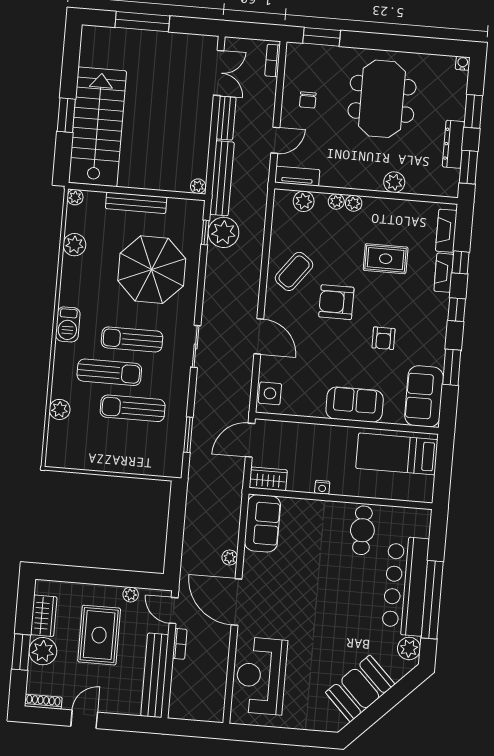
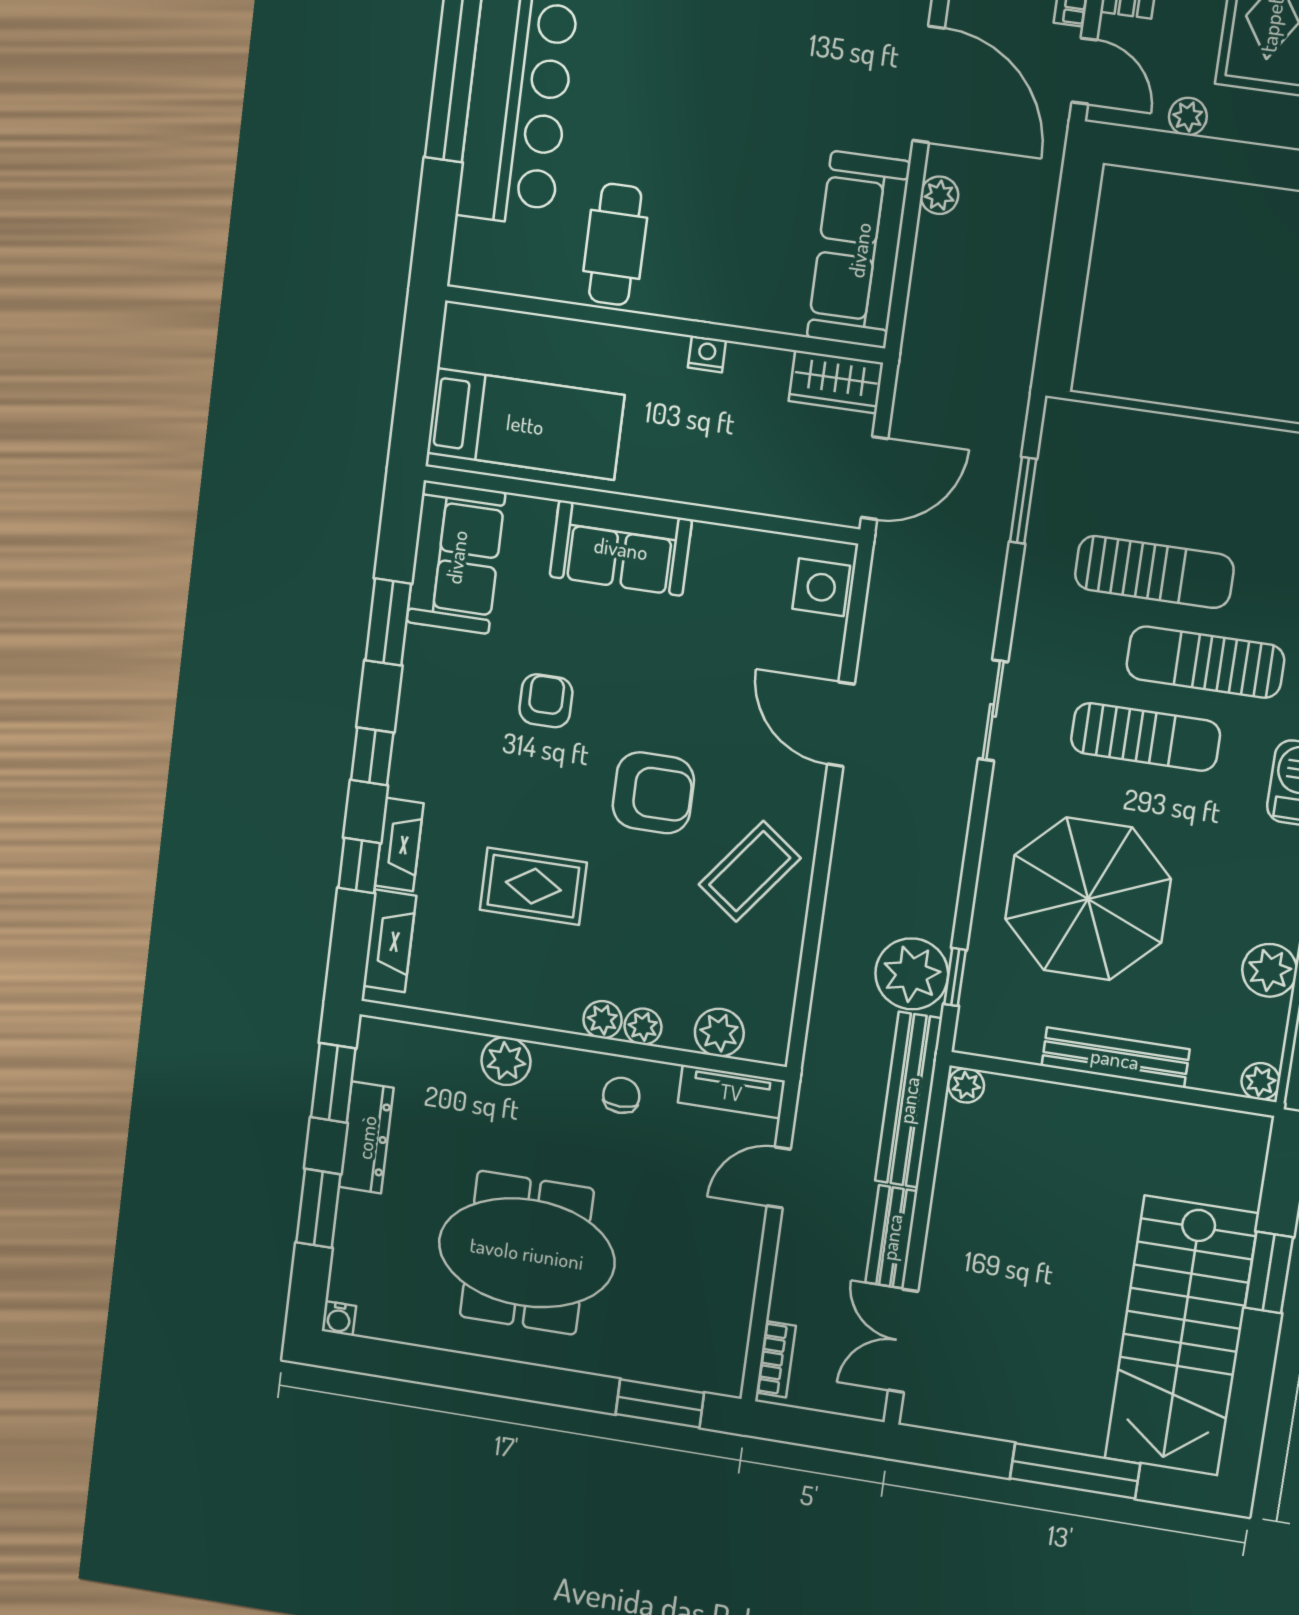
meeting table: (382, 99) -> (527, 1253), turned 90
chair: (308, 100) -> (621, 1095), moved
stairs: (97, 127) -> (1182, 1336), moved
sofa: (262, 523) -> (859, 250), width x1.36

